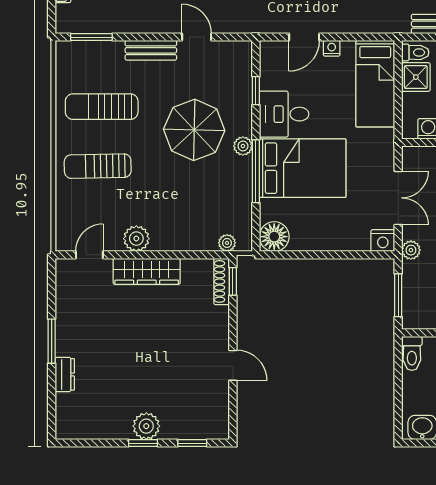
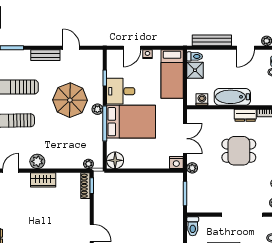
wardrobe: (147, 271) -> (43, 180), width x0.67

